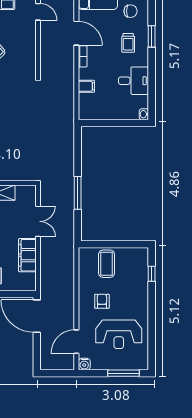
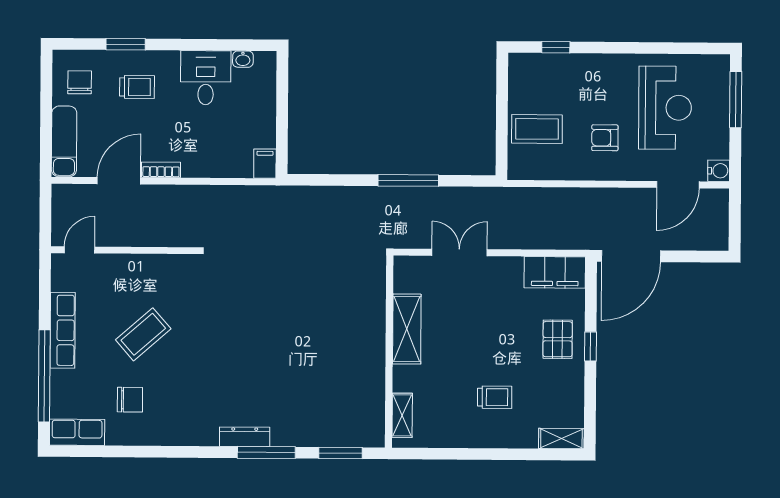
filing cabinet: (86, 86) -> (265, 164), moved
washbasin: (144, 114) -> (243, 59), moved
filing cabinet: (27, 255) -> (555, 272), moved
door: (76, 342) -> (678, 185), hinge flipped

